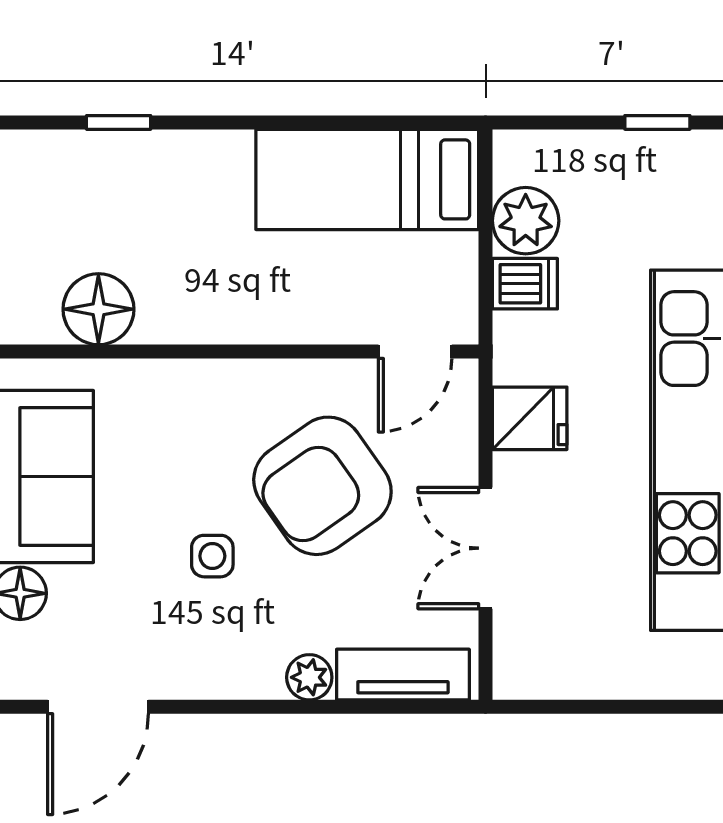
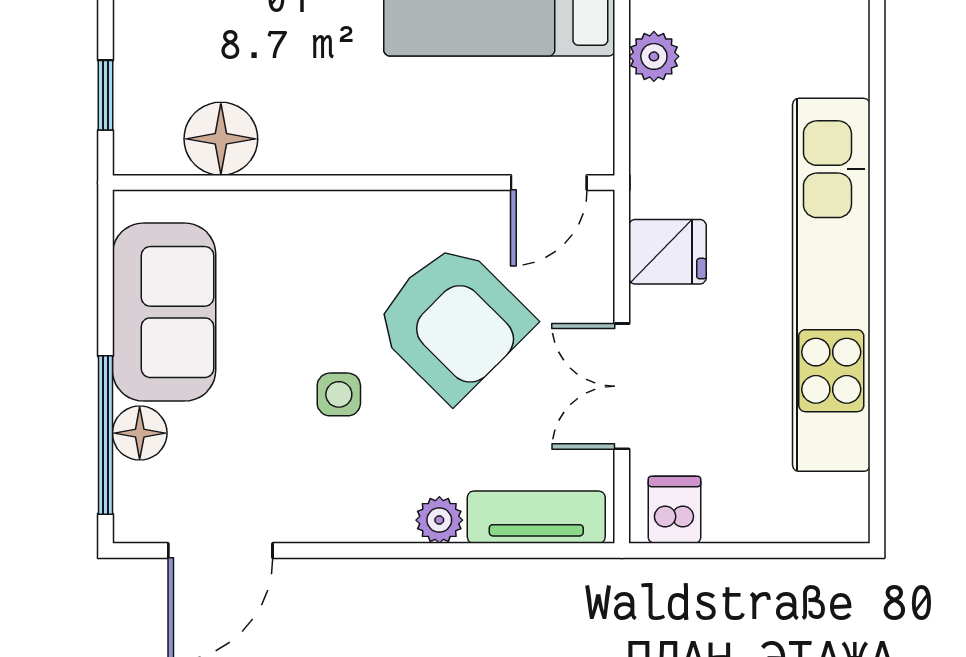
plant: (526, 221) -> (654, 56), width x0.73, depth x0.73
dishwasher: (525, 284) -> (674, 510), moved, turned -90
armchair: (322, 486) -> (453, 322), turned -100

